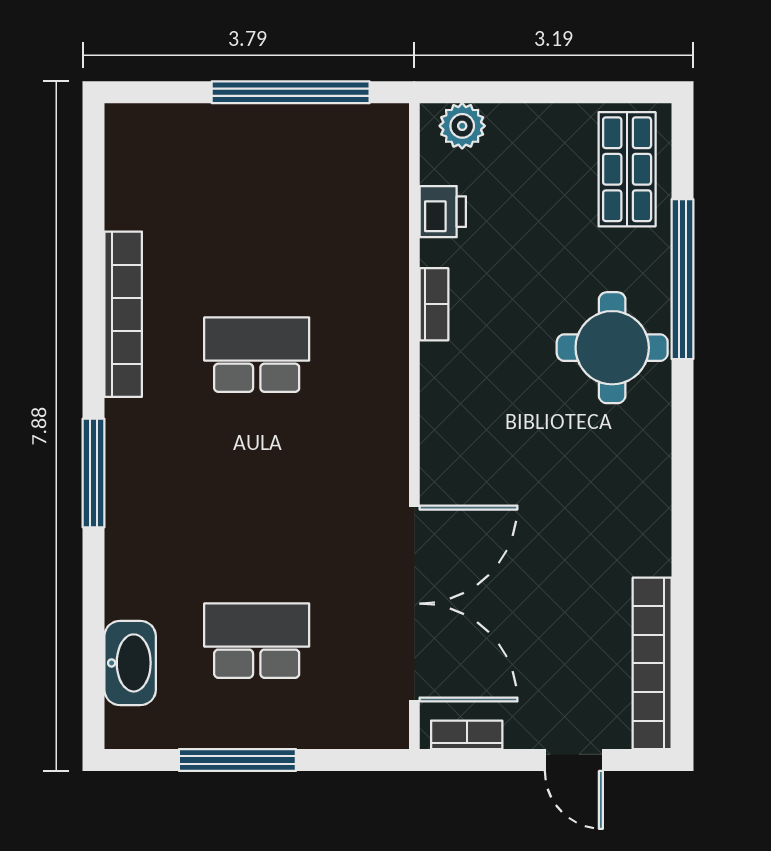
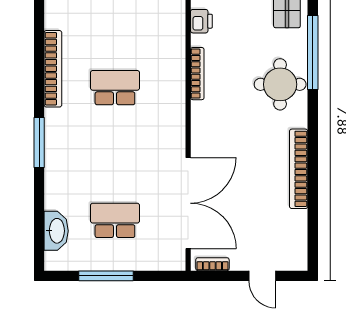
bookcase: (434, 304) -> (197, 74), width x1.56
bookcase: (652, 663) -> (299, 169), moved

